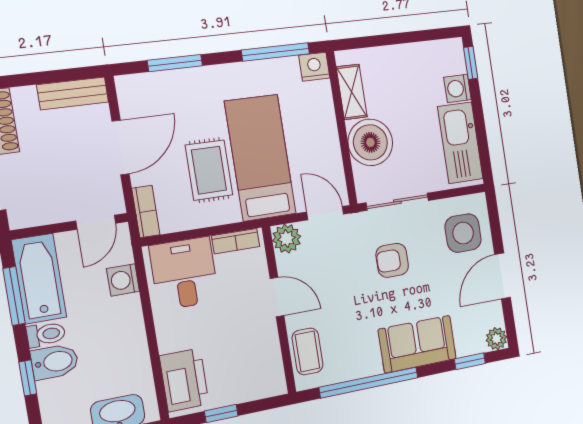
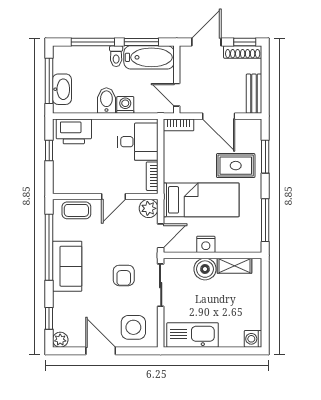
window: (471, 63) -> (244, 351), removed
nightstand: (314, 67) -> (206, 244), moved, turned 90
washing machine: (457, 88) -> (253, 339), moved, turned -90
boiler: (370, 142) -> (205, 269), width x0.73, depth x0.73
rug: (209, 170) -> (236, 166), moved
armchair: (392, 260) -> (124, 275), turned 180
washing machine: (123, 280) -> (125, 105), moved
sofa: (417, 344) -> (67, 266), moved
bidet: (55, 362) -> (106, 100), moved, turned 180
window: (28, 378) -> (93, 42), width x2.17

